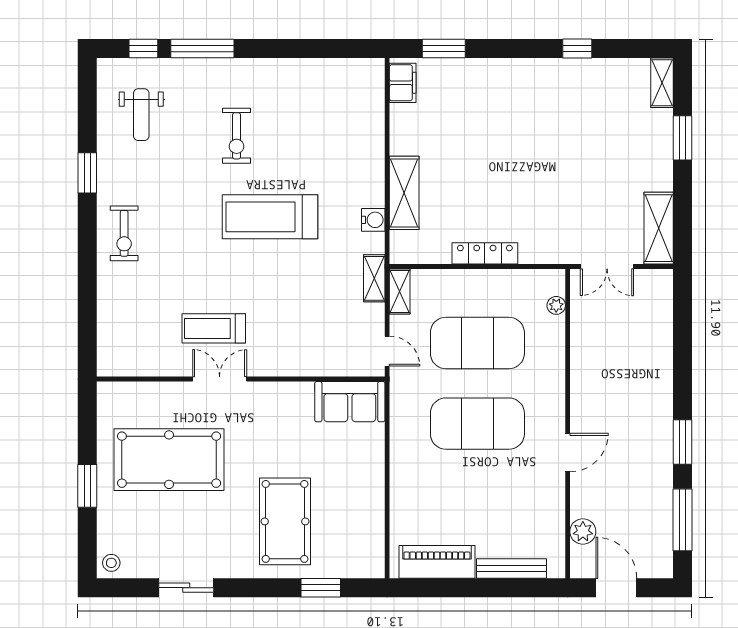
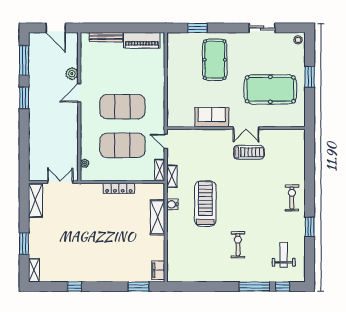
treadmill: (270, 217) -> (205, 204), moved, turned -90
sofa: (350, 402) -> (212, 117), moved
plant: (583, 532) -> (72, 74), moved

